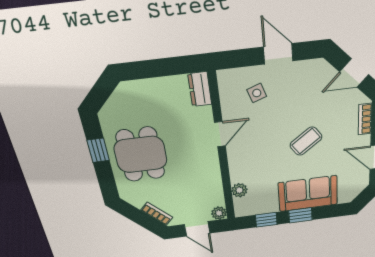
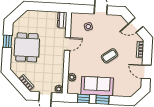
sofa: (308, 194) -> (97, 86), moved

